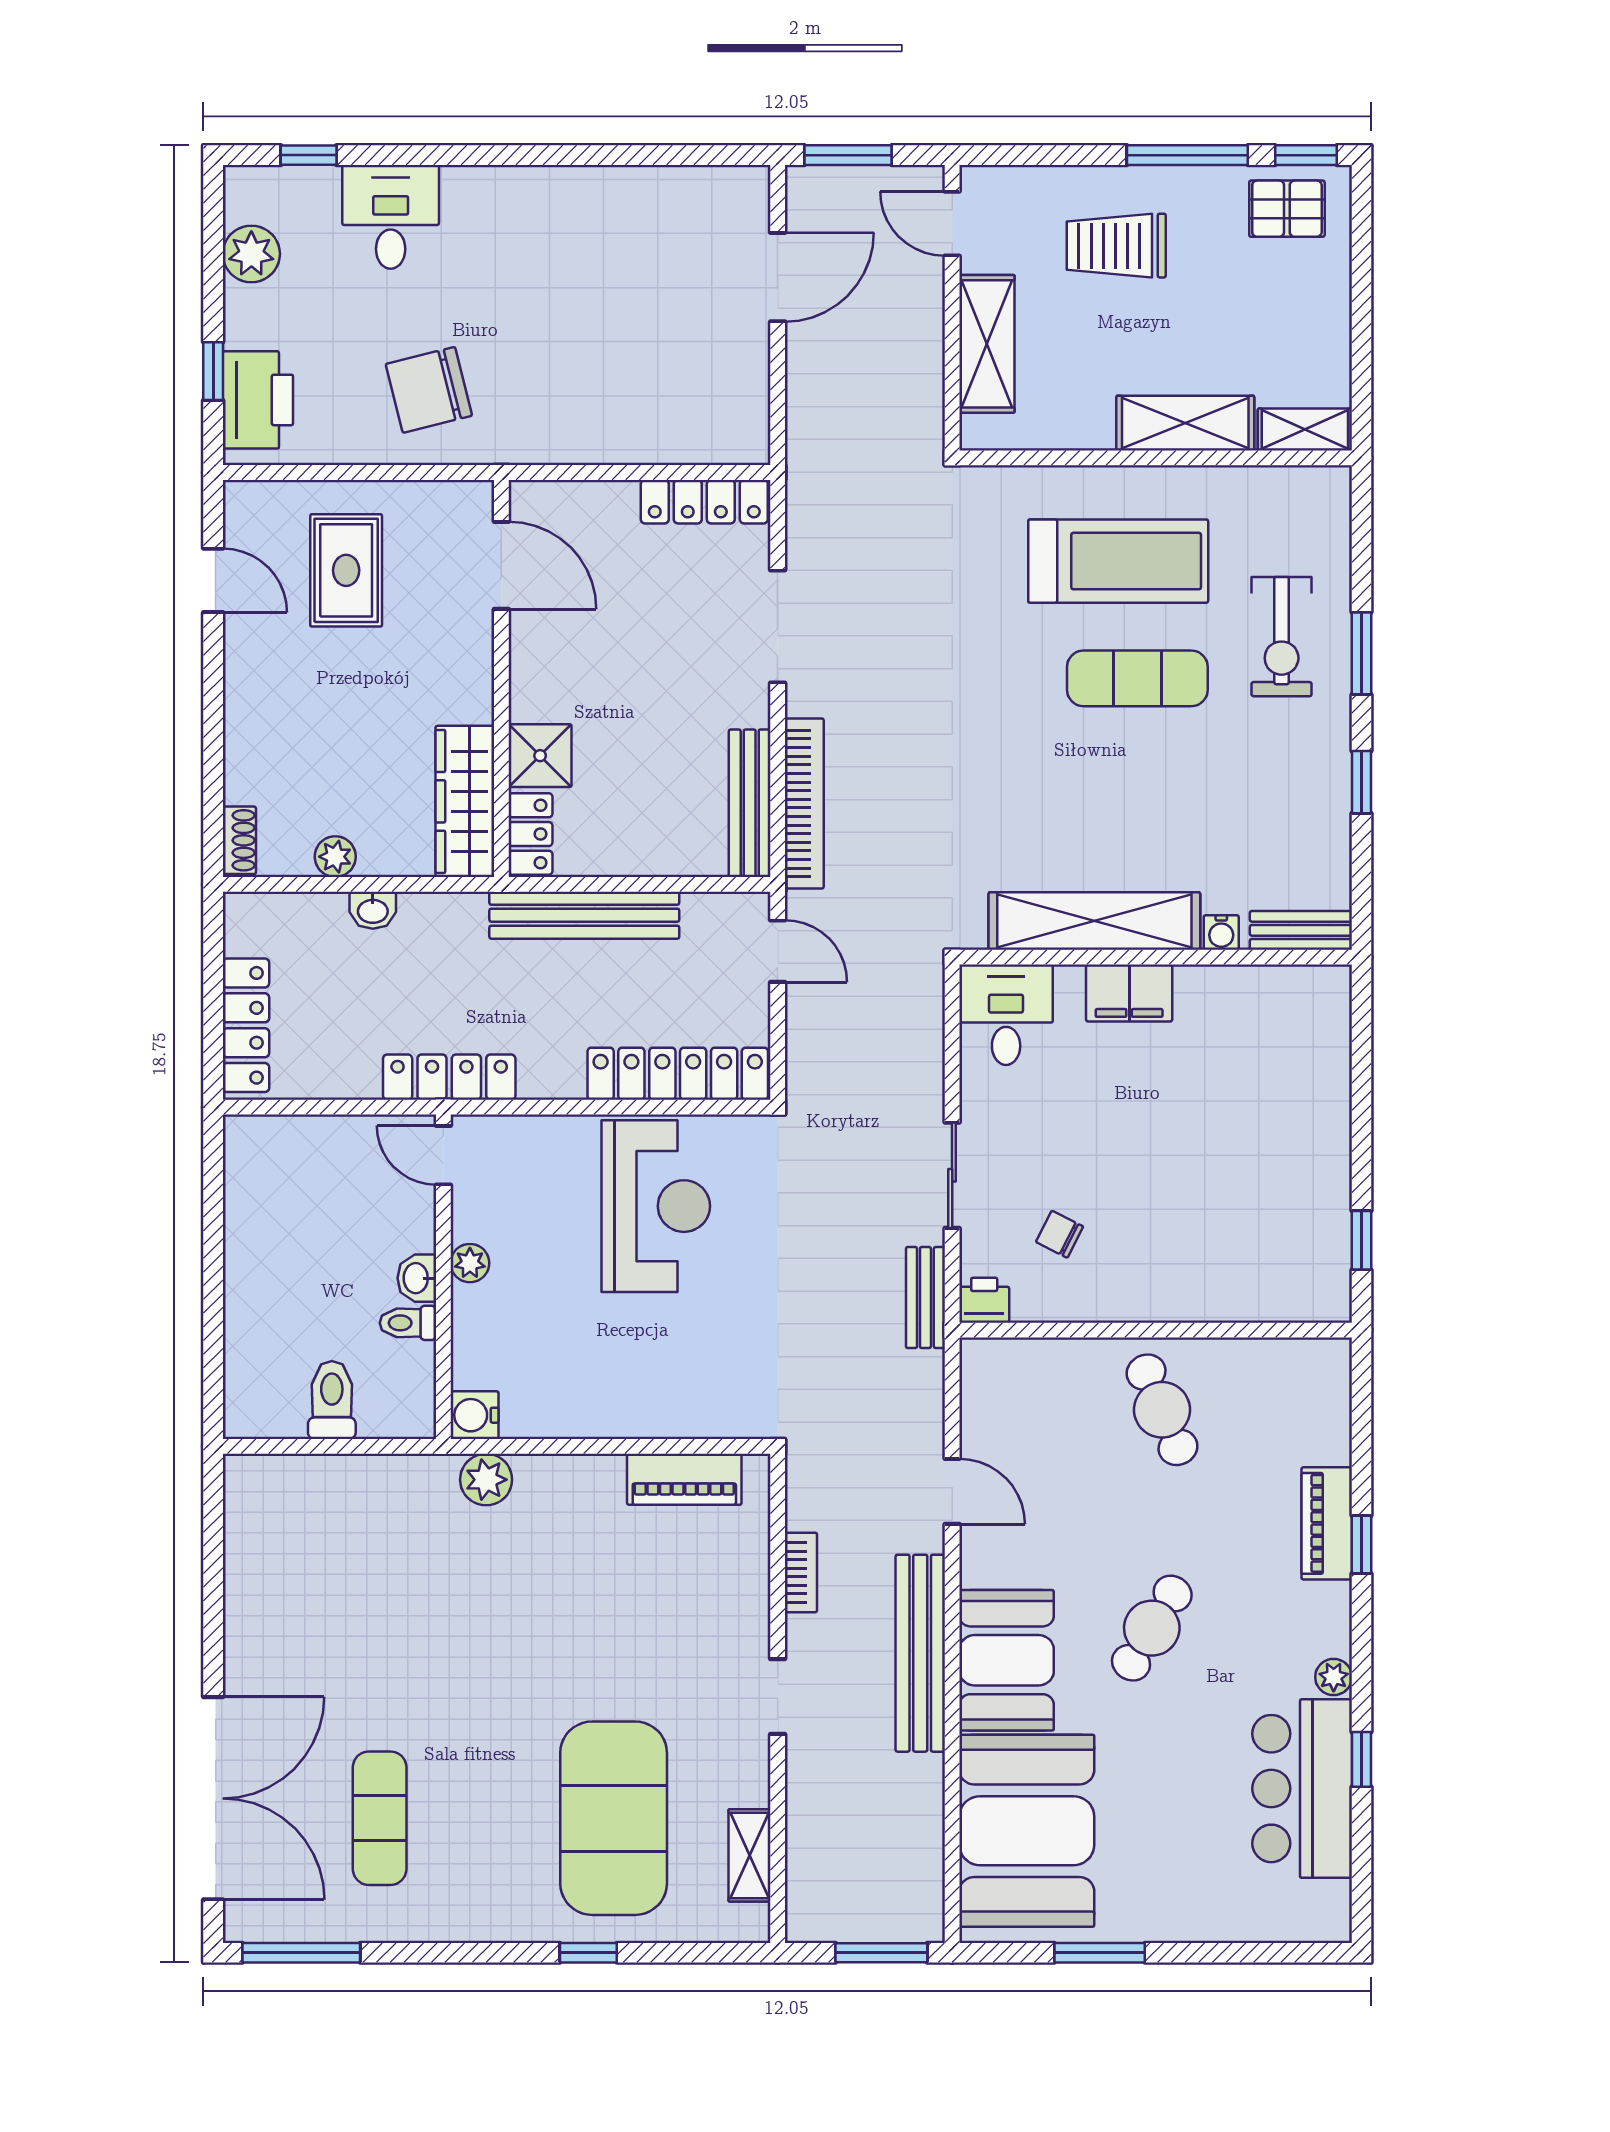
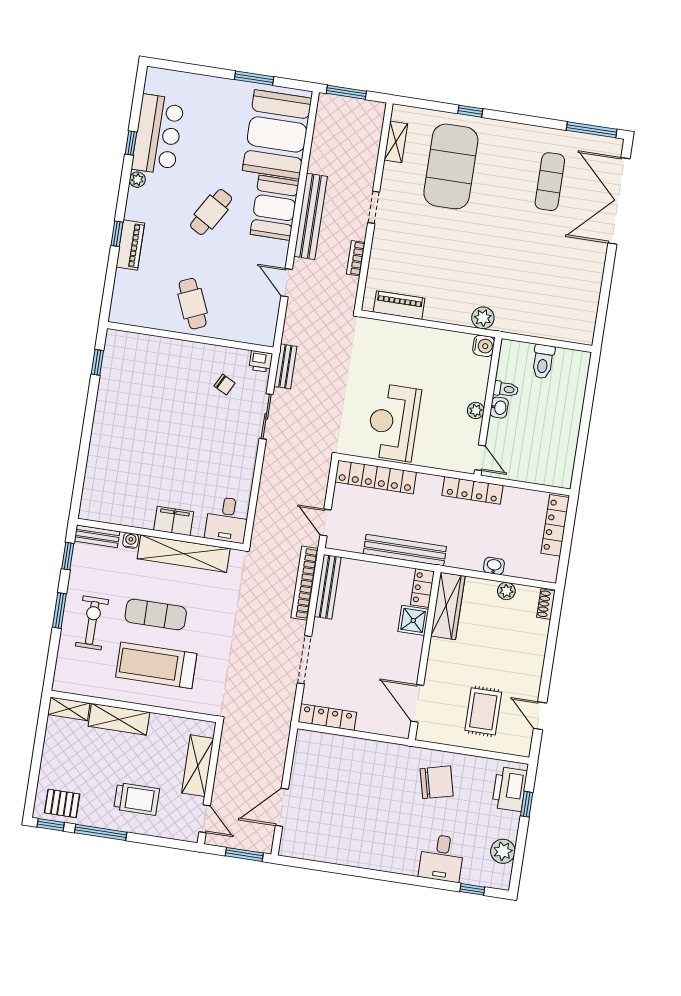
shelving: (1094, 921) -> (184, 554), moved
bench: (1301, 930) -> (97, 536), moved
water cooler: (1221, 932) -> (131, 541), moved
wall: (1156, 957) -> (160, 534), moved
filing cabinet: (1129, 993) -> (174, 521), moved
desk: (1006, 1015) -> (227, 520), moved

